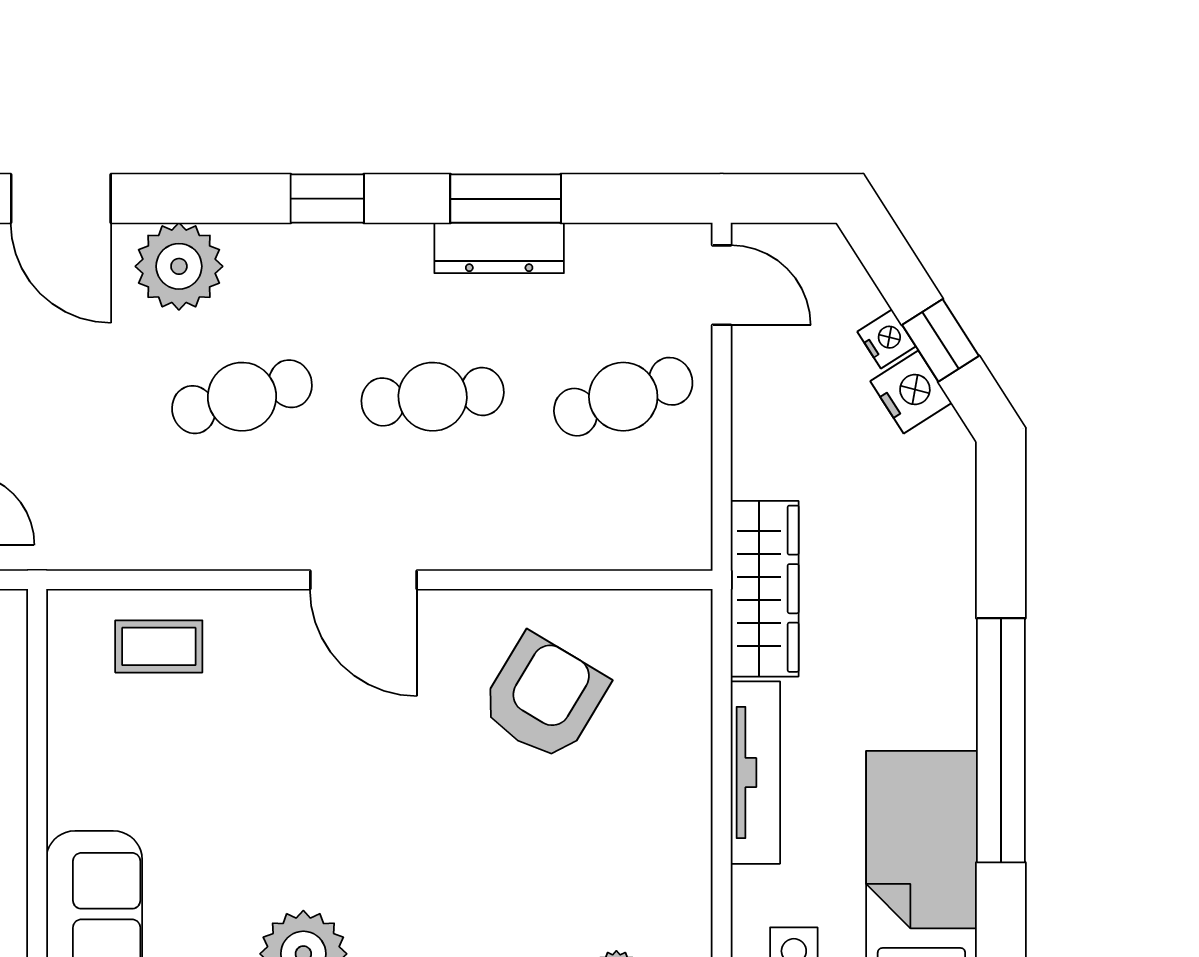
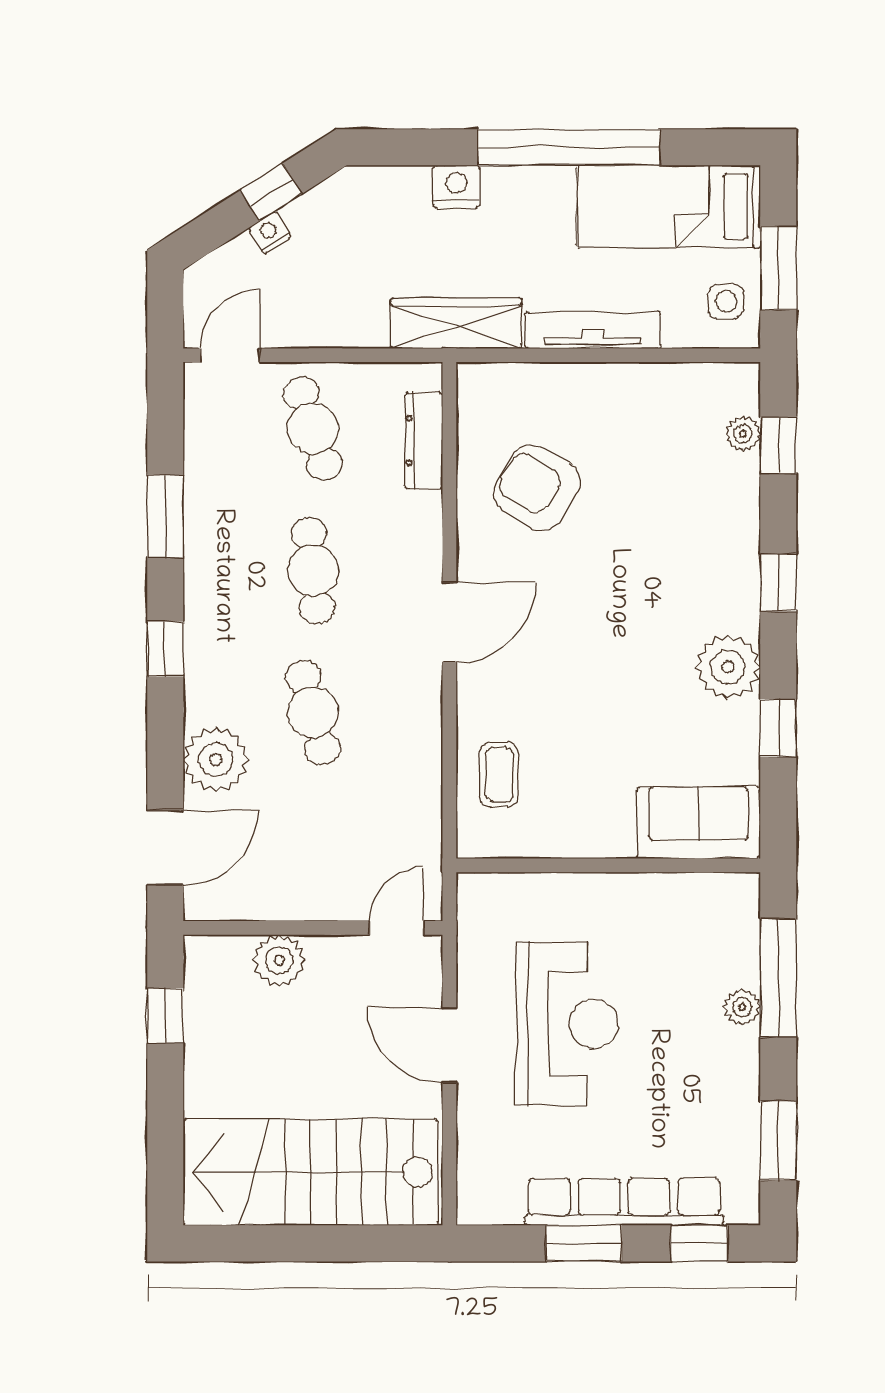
dresser: (499, 248) -> (424, 440), moved, turned 180
nightstand: (911, 392) -> (456, 186), moved, turned 33

